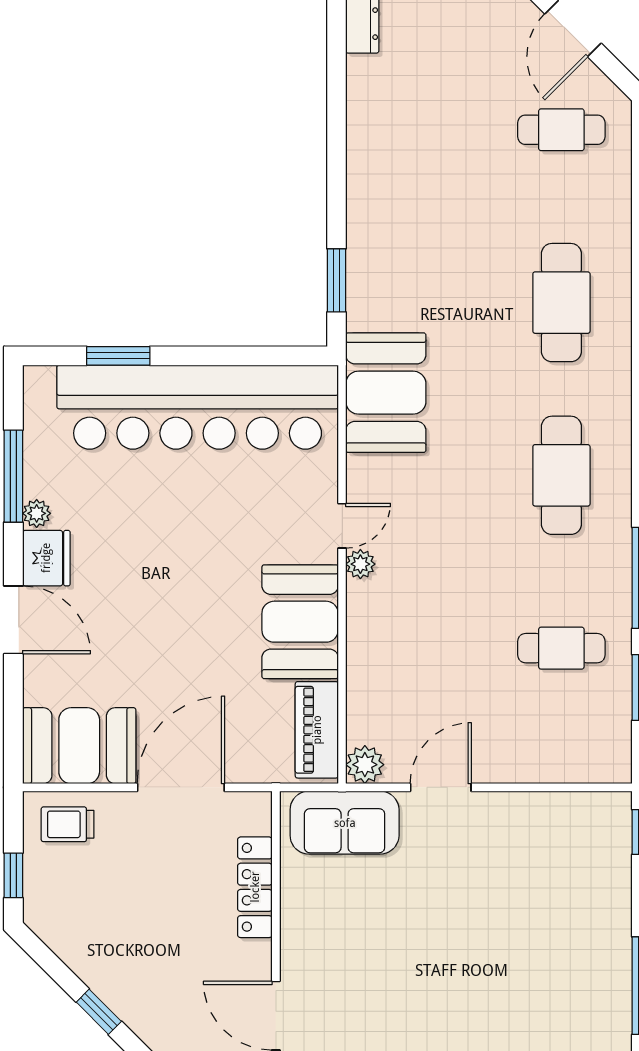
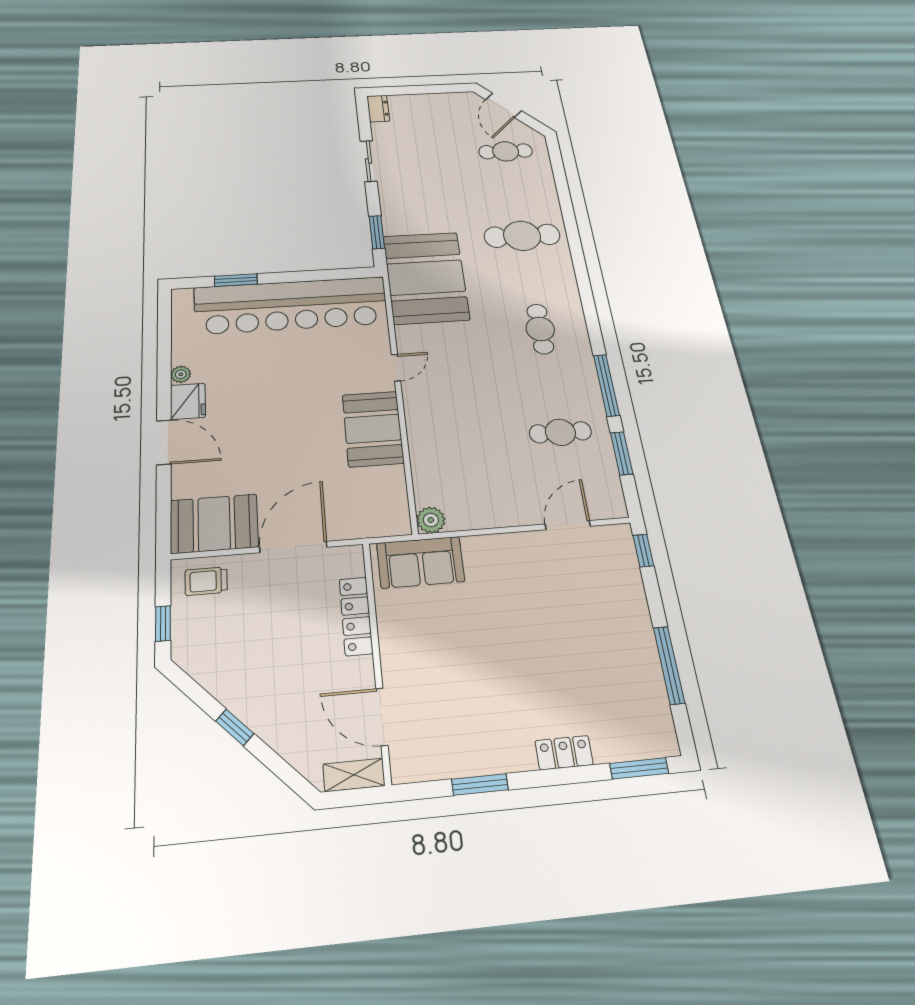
sliding door: (336, 136) -> (369, 161), added
cafe table: (561, 303) -> (522, 236), turned 90
booth: (386, 393) -> (426, 278), width x1.36, depth x1.42
cafe table: (561, 475) -> (540, 329), width x0.73, depth x0.74
window: (13, 476) -> (164, 353), removed
plant: (360, 564) -> (412, 390), removed
piano: (317, 730) -> (392, 499), removed
door: (441, 787) -> (568, 525), moved

